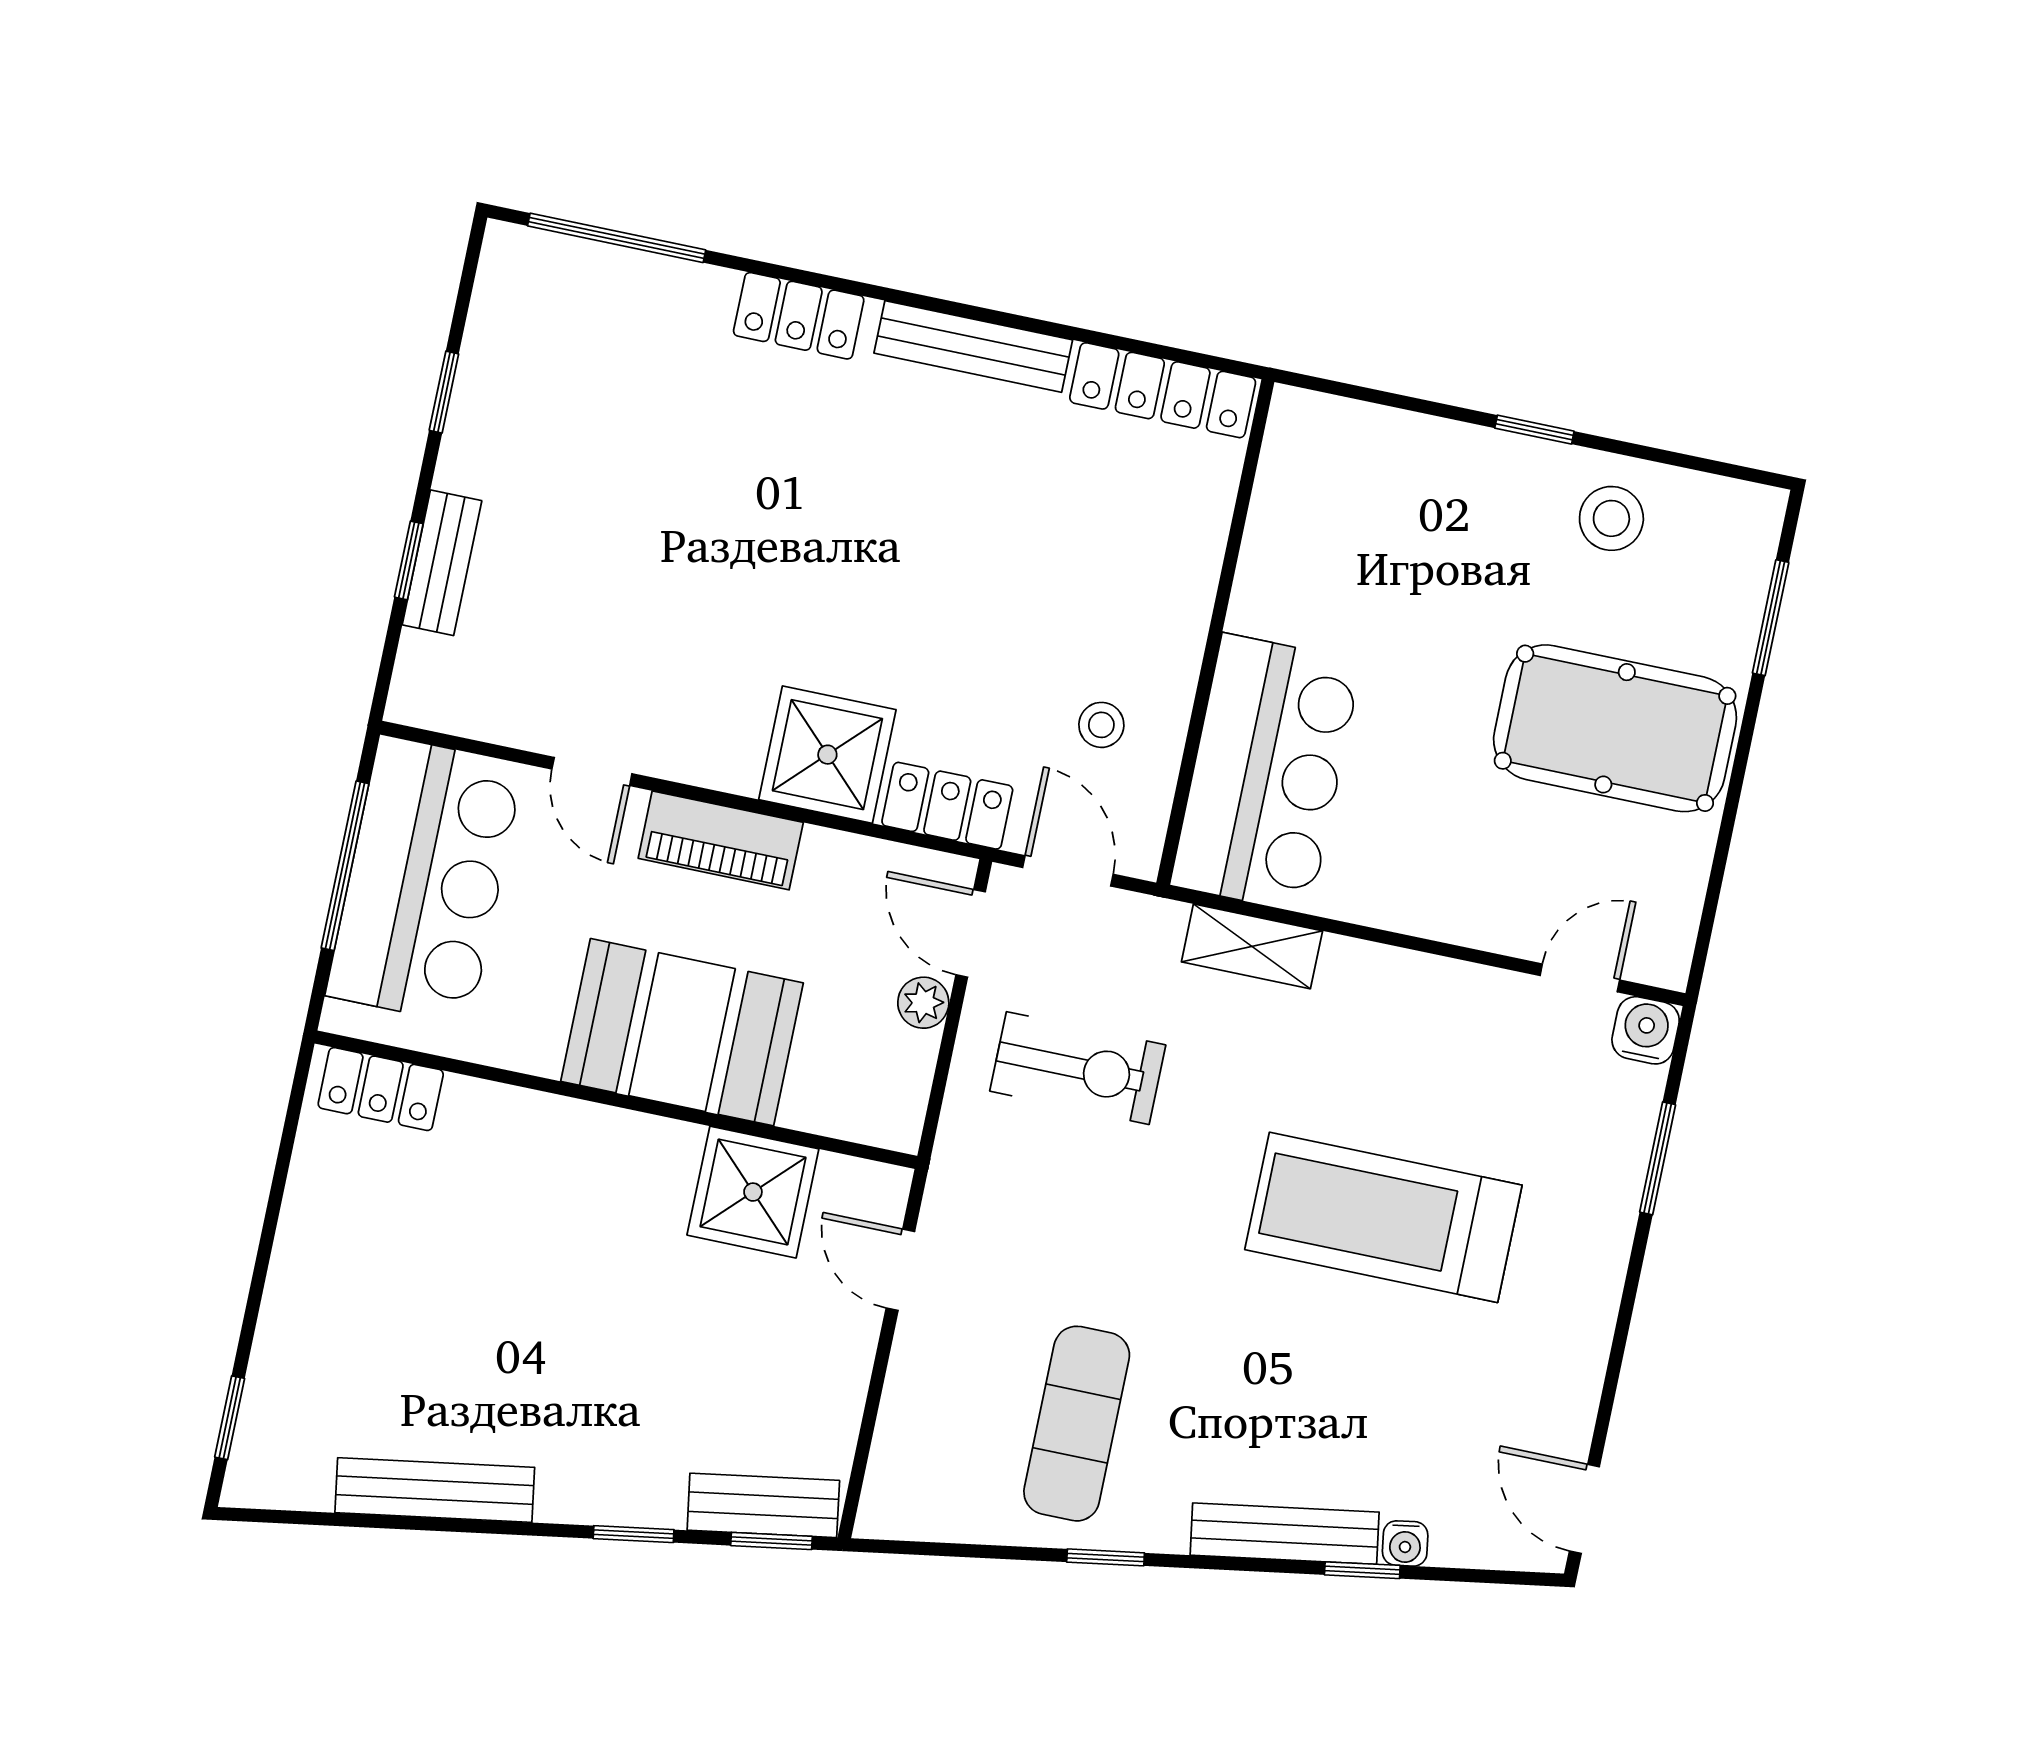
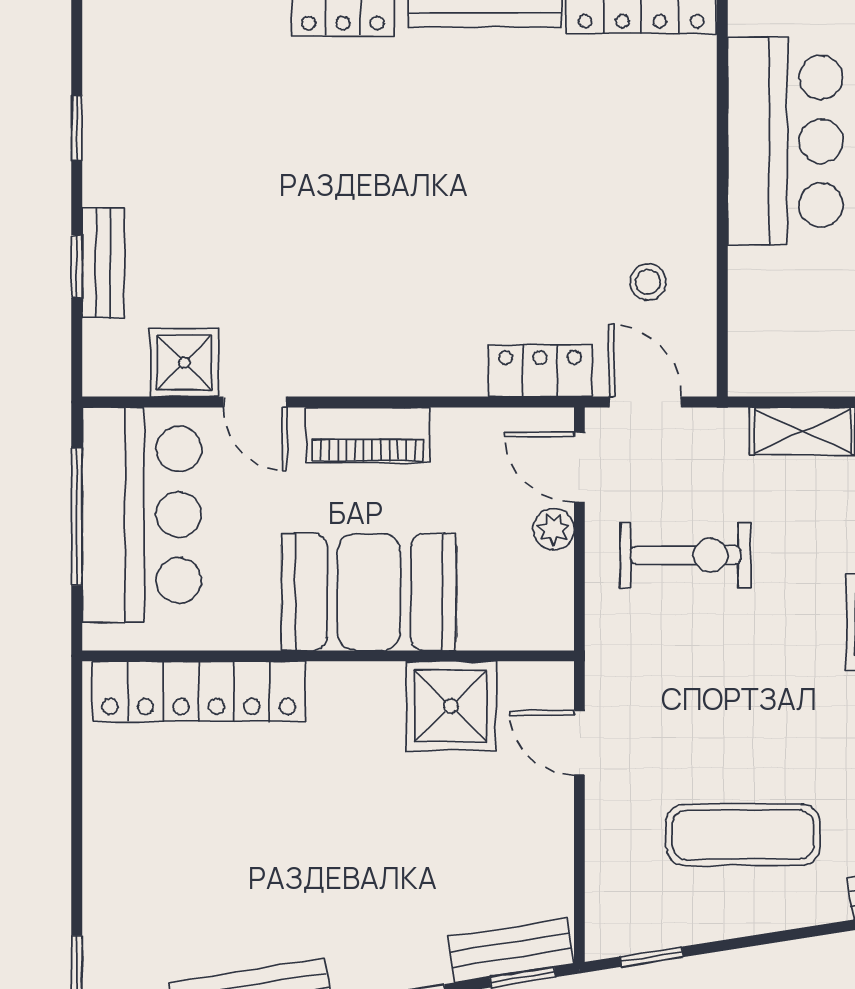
shower: (827, 755) -> (184, 362), moved, width x0.73, depth x0.73
bar counter: (1266, 773) -> (785, 141), moved
locker: (381, 1089) -> (199, 691), width x2.16, depth x1.21
exercise mat: (1077, 1424) -> (743, 835), turned 90
window: (1106, 1557) -> (652, 957), moved

